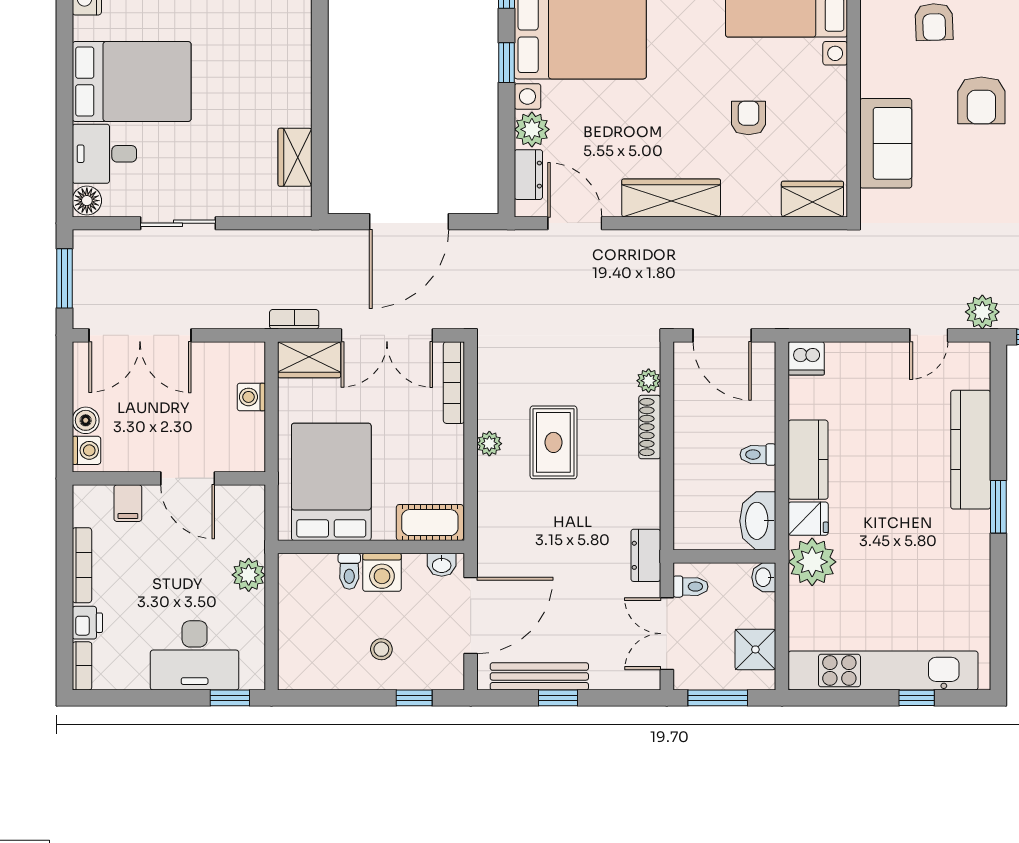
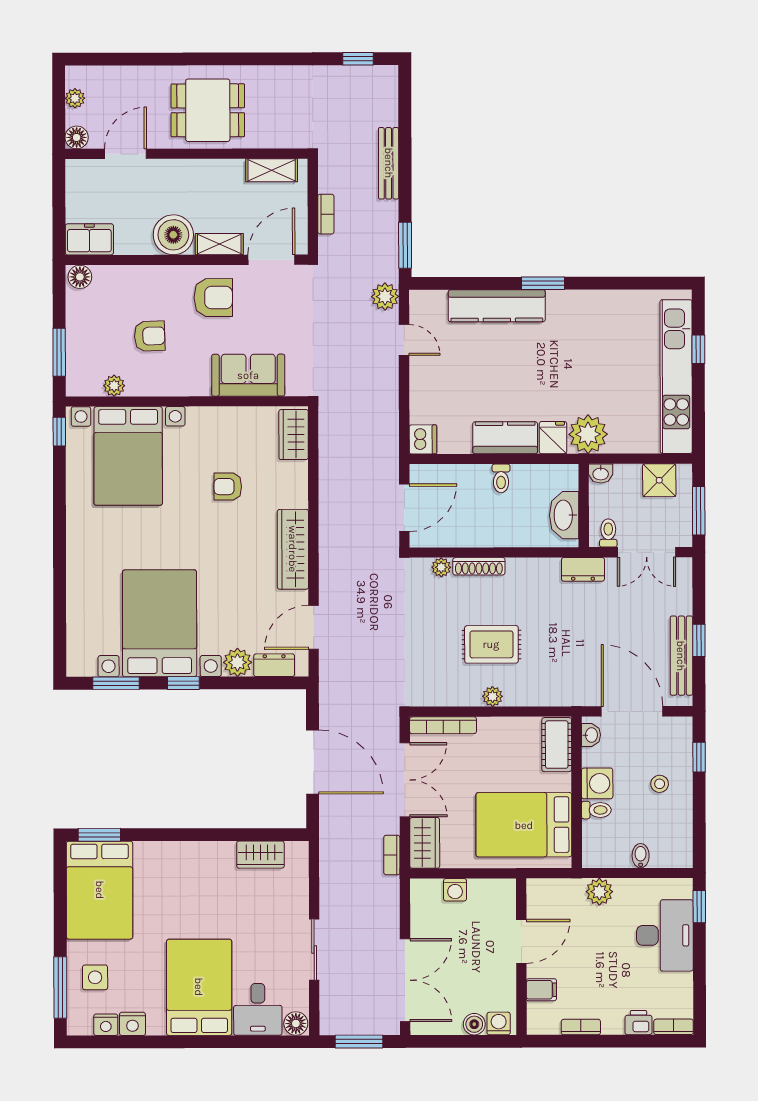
washbasin: (758, 521) -> (564, 515), moved, turned 90
bookcase: (82, 565) -> (581, 1027), width x0.64
bidet: (293, 626) -> (641, 856), added

